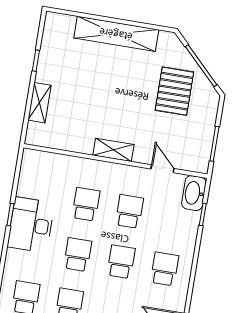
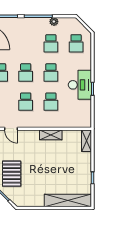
shelving: (116, 34) -> (68, 200), moved
shelving: (40, 103) -> (87, 141), moved
shelving: (113, 150) -> (51, 135), moved

